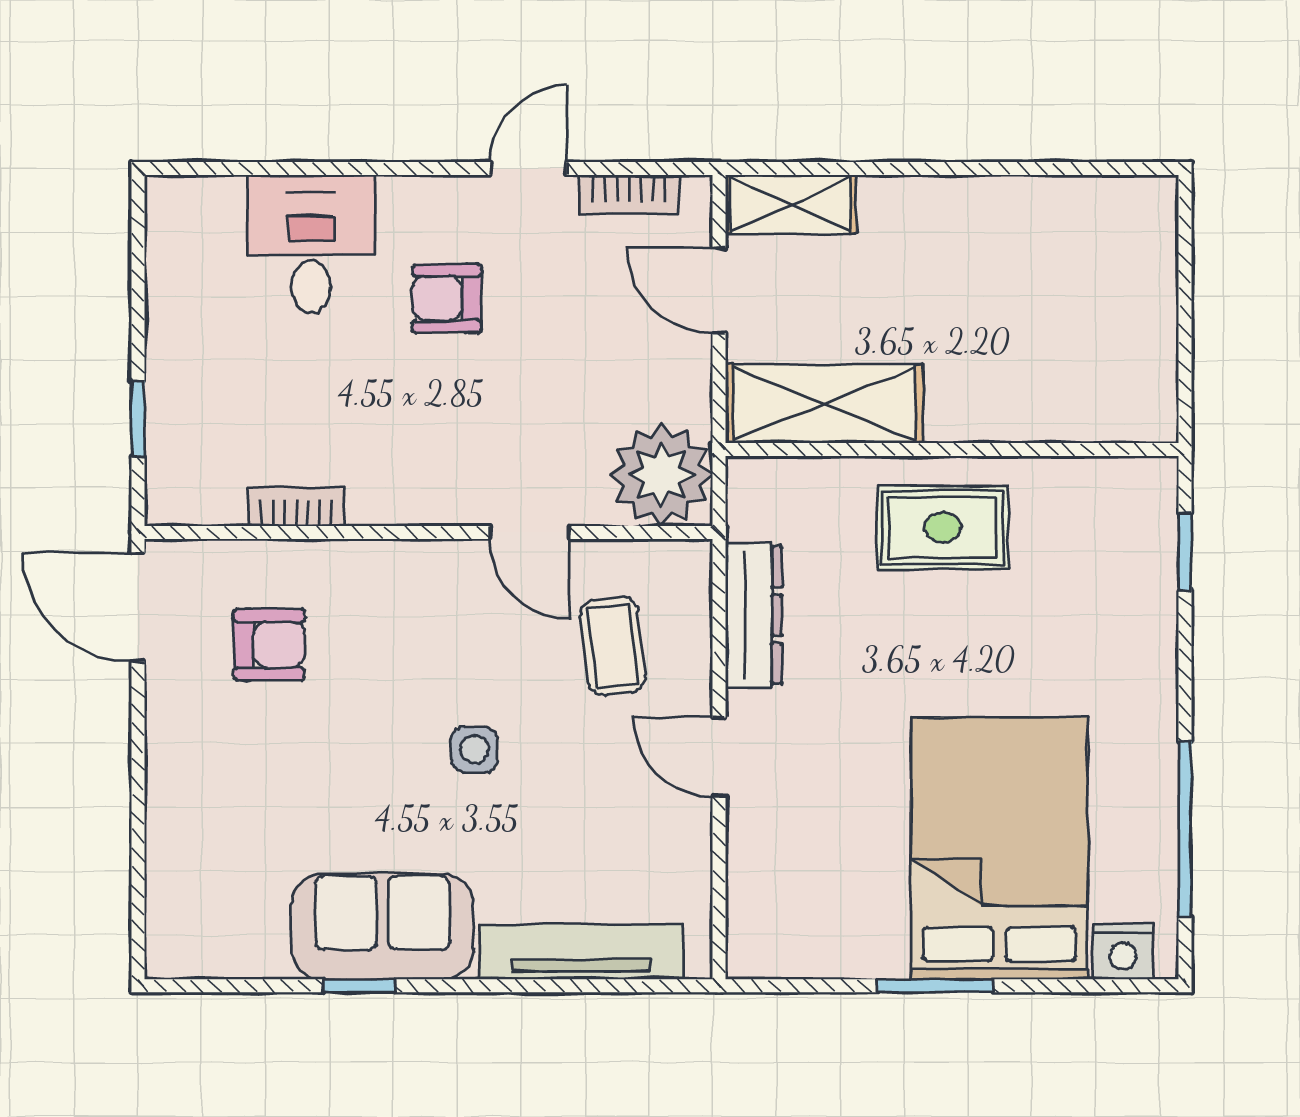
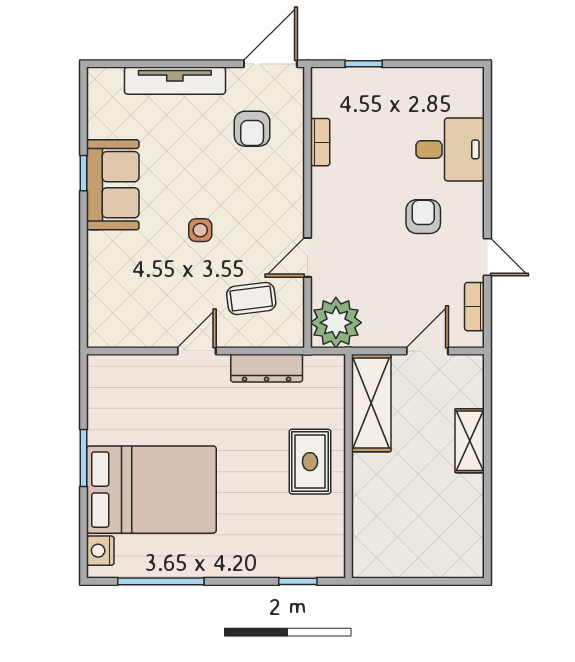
shelving: (790, 204) -> (470, 441), moved
tv unit: (581, 952) -> (175, 81), moved, turned 90

